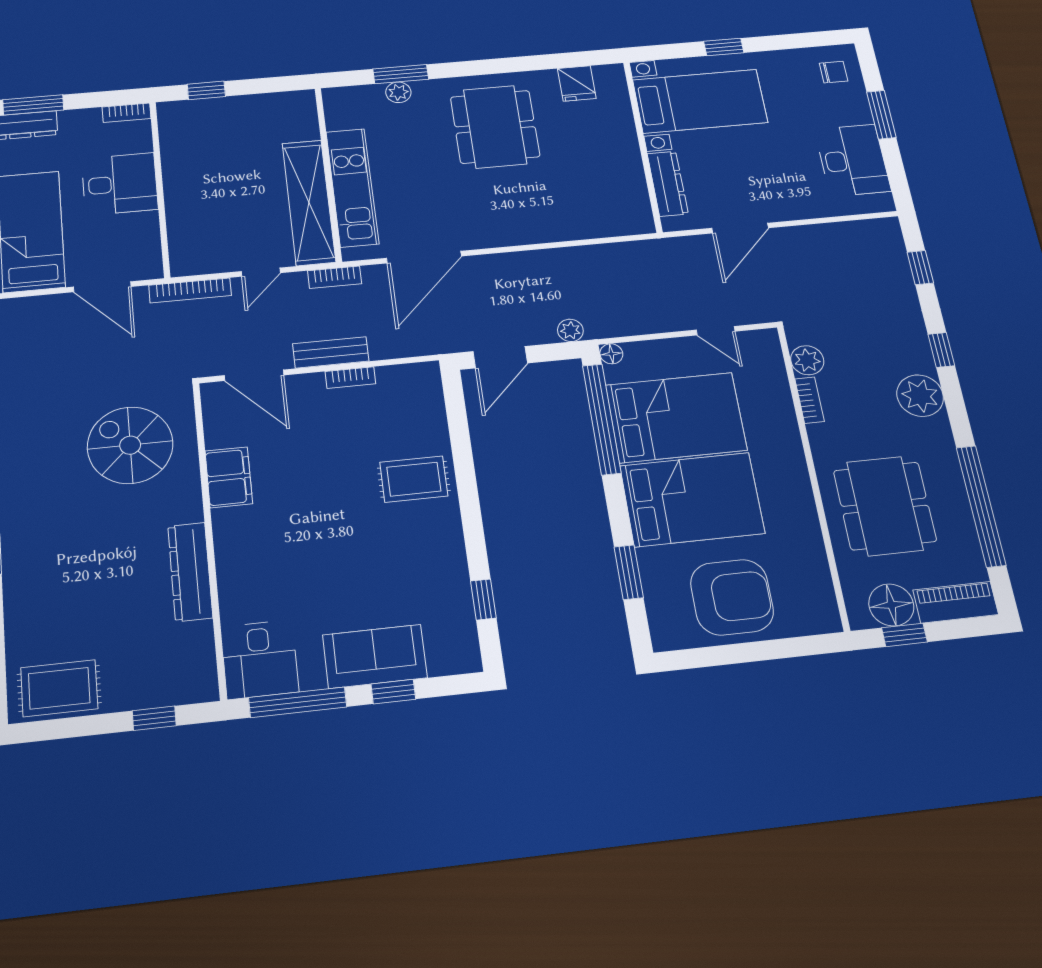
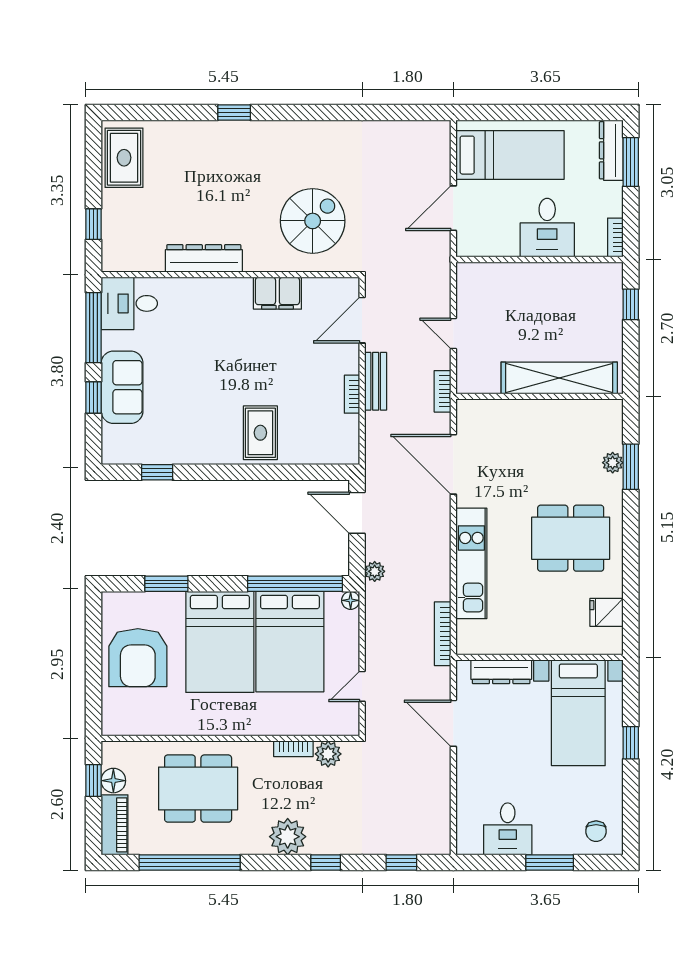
desk: (853, 160) -> (508, 829), width x0.73
kitchen unit: (352, 187) -> (471, 563), moved, turned -90
shelving: (309, 202) -> (559, 378), moved
bookcase: (190, 290) -> (443, 634), moved
floor lamp: (891, 605) -> (113, 781), width x0.73, depth x0.73

